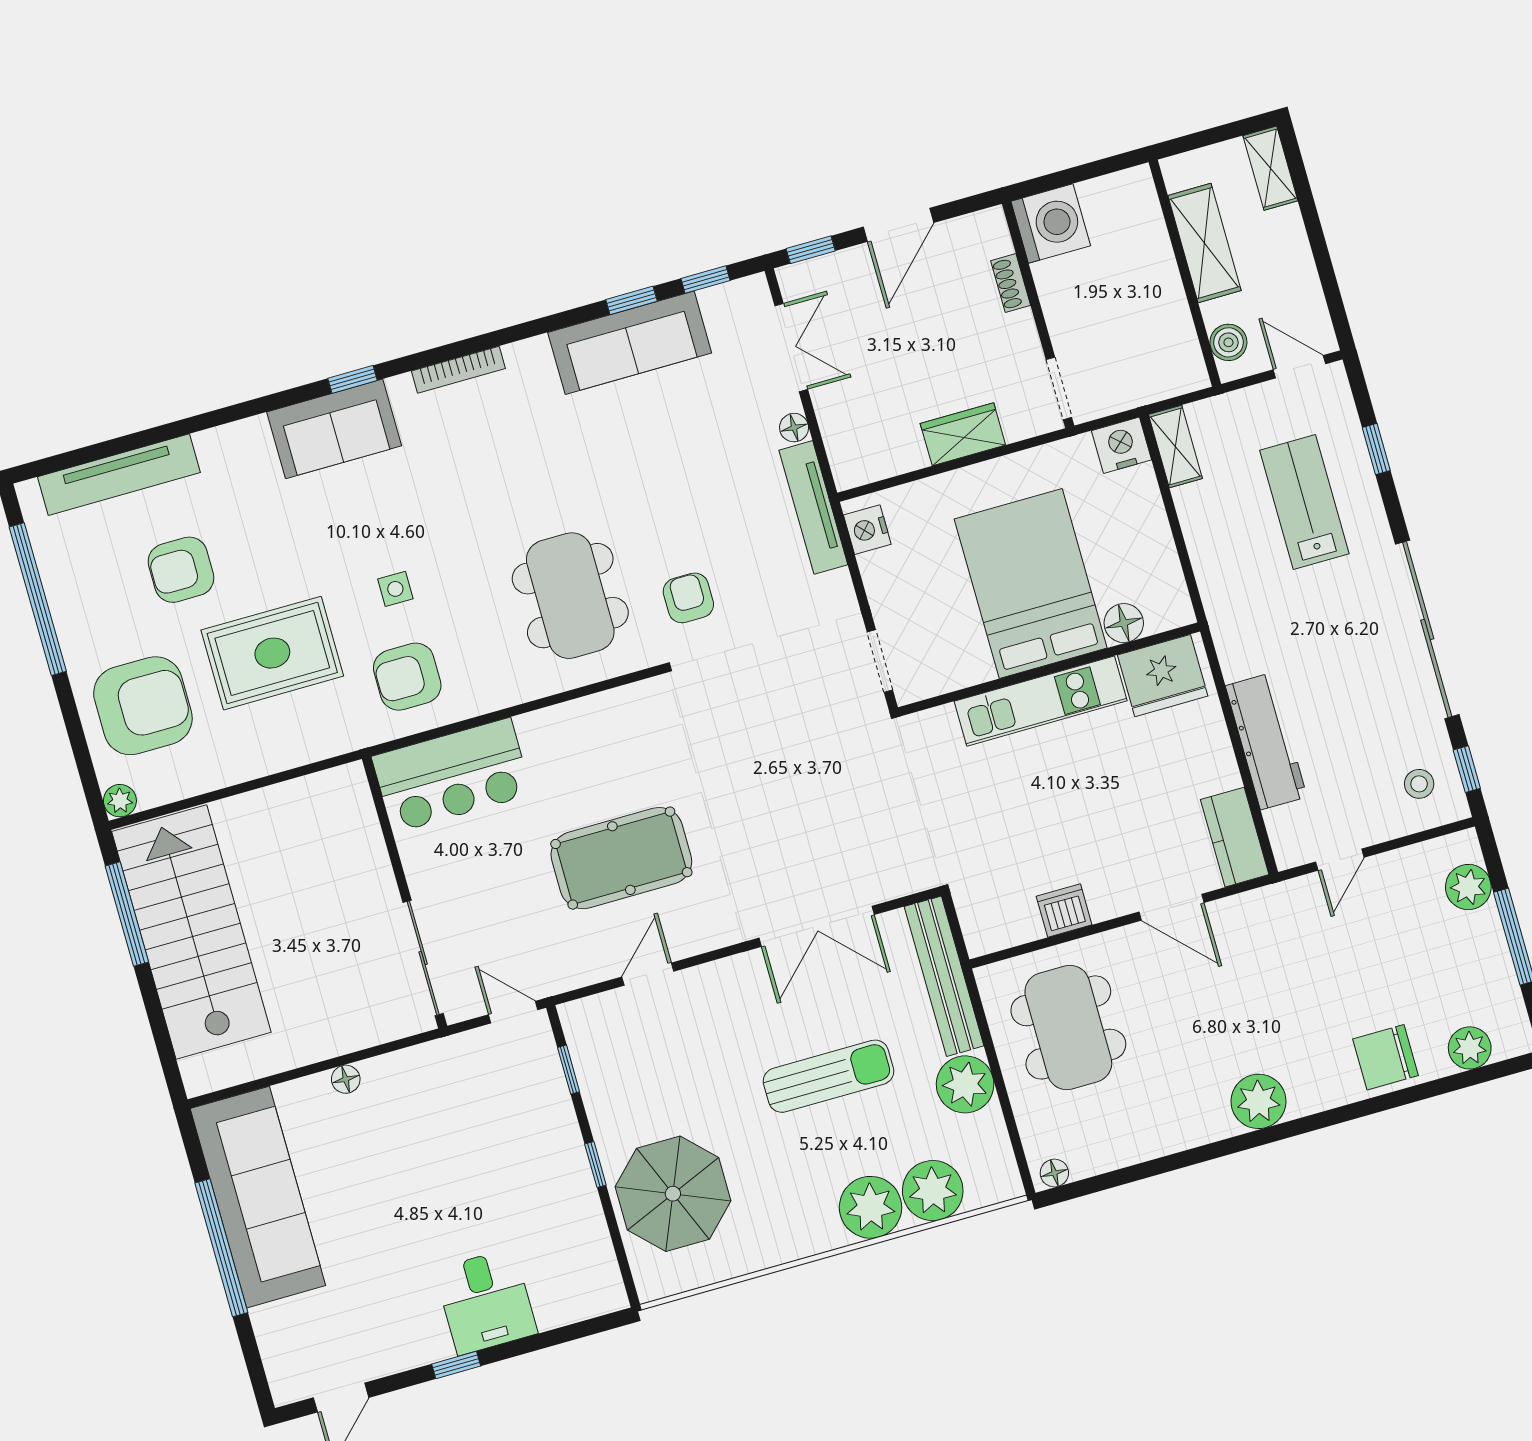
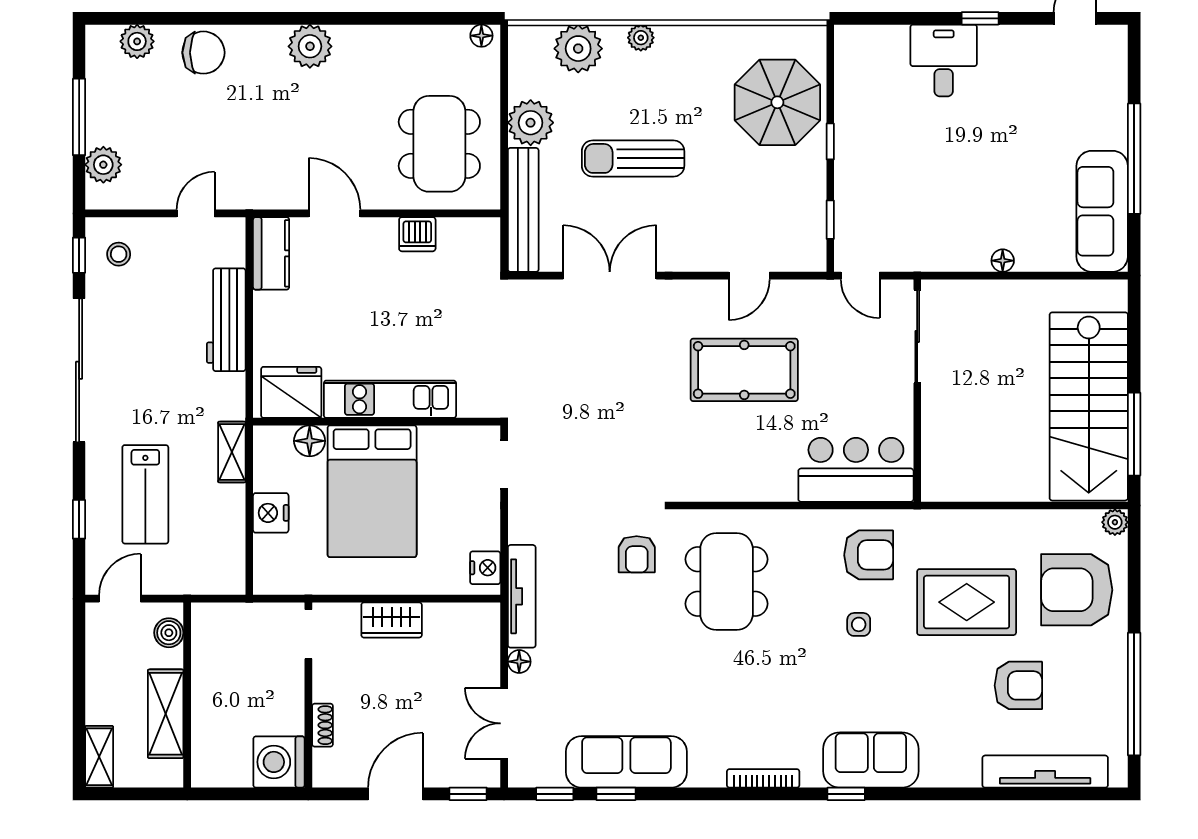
door: (1299, 367) -> (120, 599), swing flipped
nightstand: (1122, 445) -> (271, 513), moved, turned 90
shelving: (1175, 446) -> (232, 452), moved
sofa: (258, 1197) -> (1102, 211), width x0.74, depth x0.79
plant: (871, 1207) -> (641, 38), width x0.53, depth x0.53

